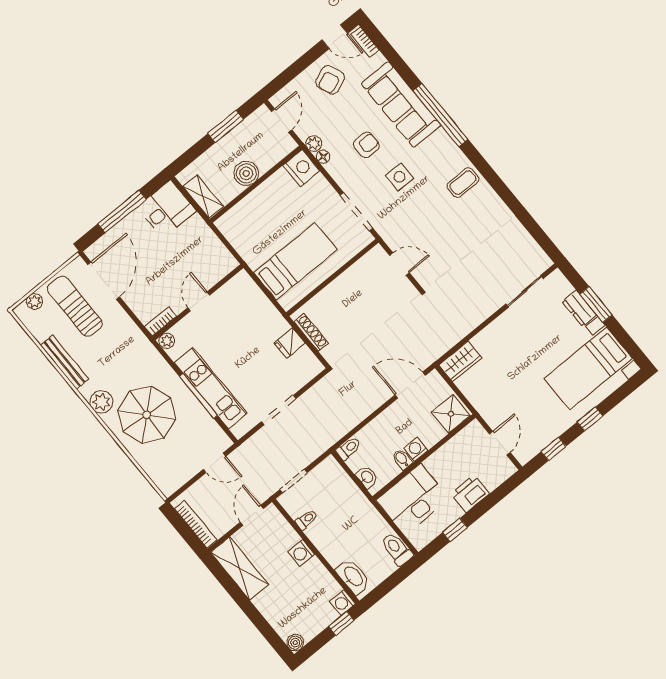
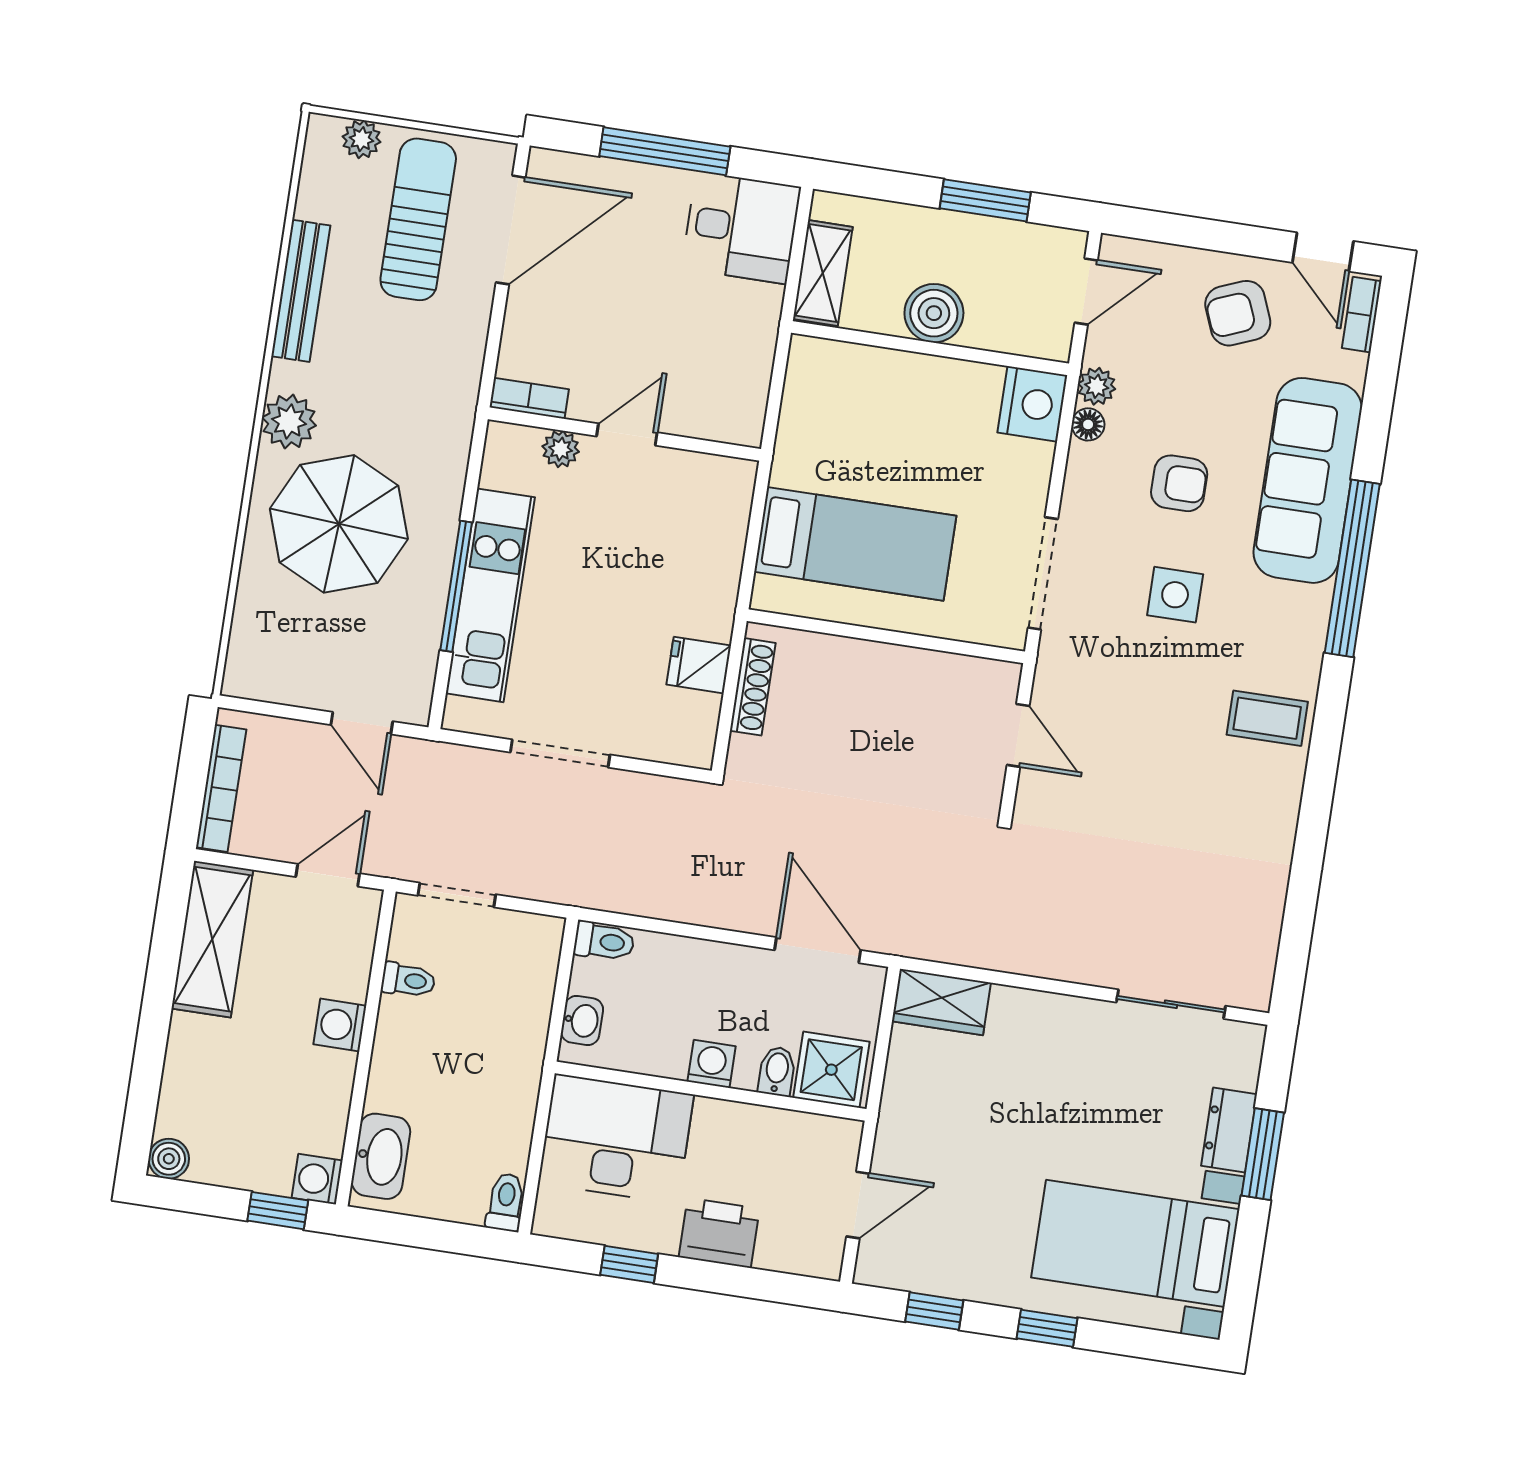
plant: (167, 341) -> (561, 449), moved
bidet: (402, 459) -> (777, 1071), moved
toilet: (397, 549) -> (506, 1202), width x0.73, depth x0.72

